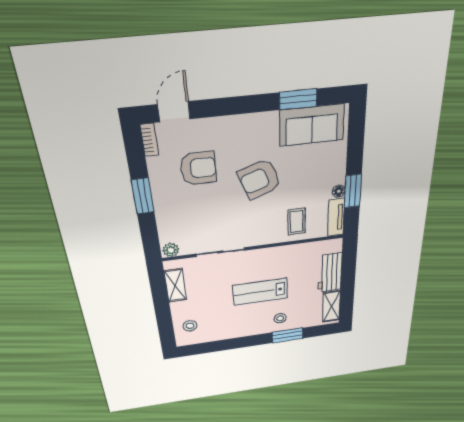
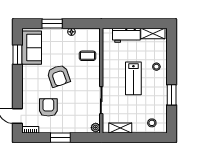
window: (353, 191) -> (52, 24), moved
tv unit: (336, 217) -> (88, 33), removed
window: (288, 335) -> (172, 95), moved

